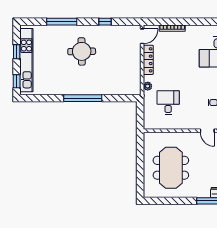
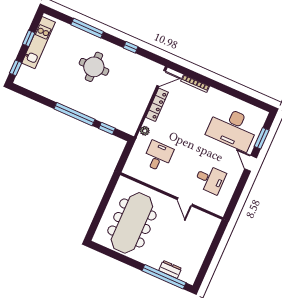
kitchen unit: (26, 60) -> (38, 43), width x0.73
window: (115, 98) -> (107, 128), added
meeting table: (171, 168) -> (132, 223), width x1.36

